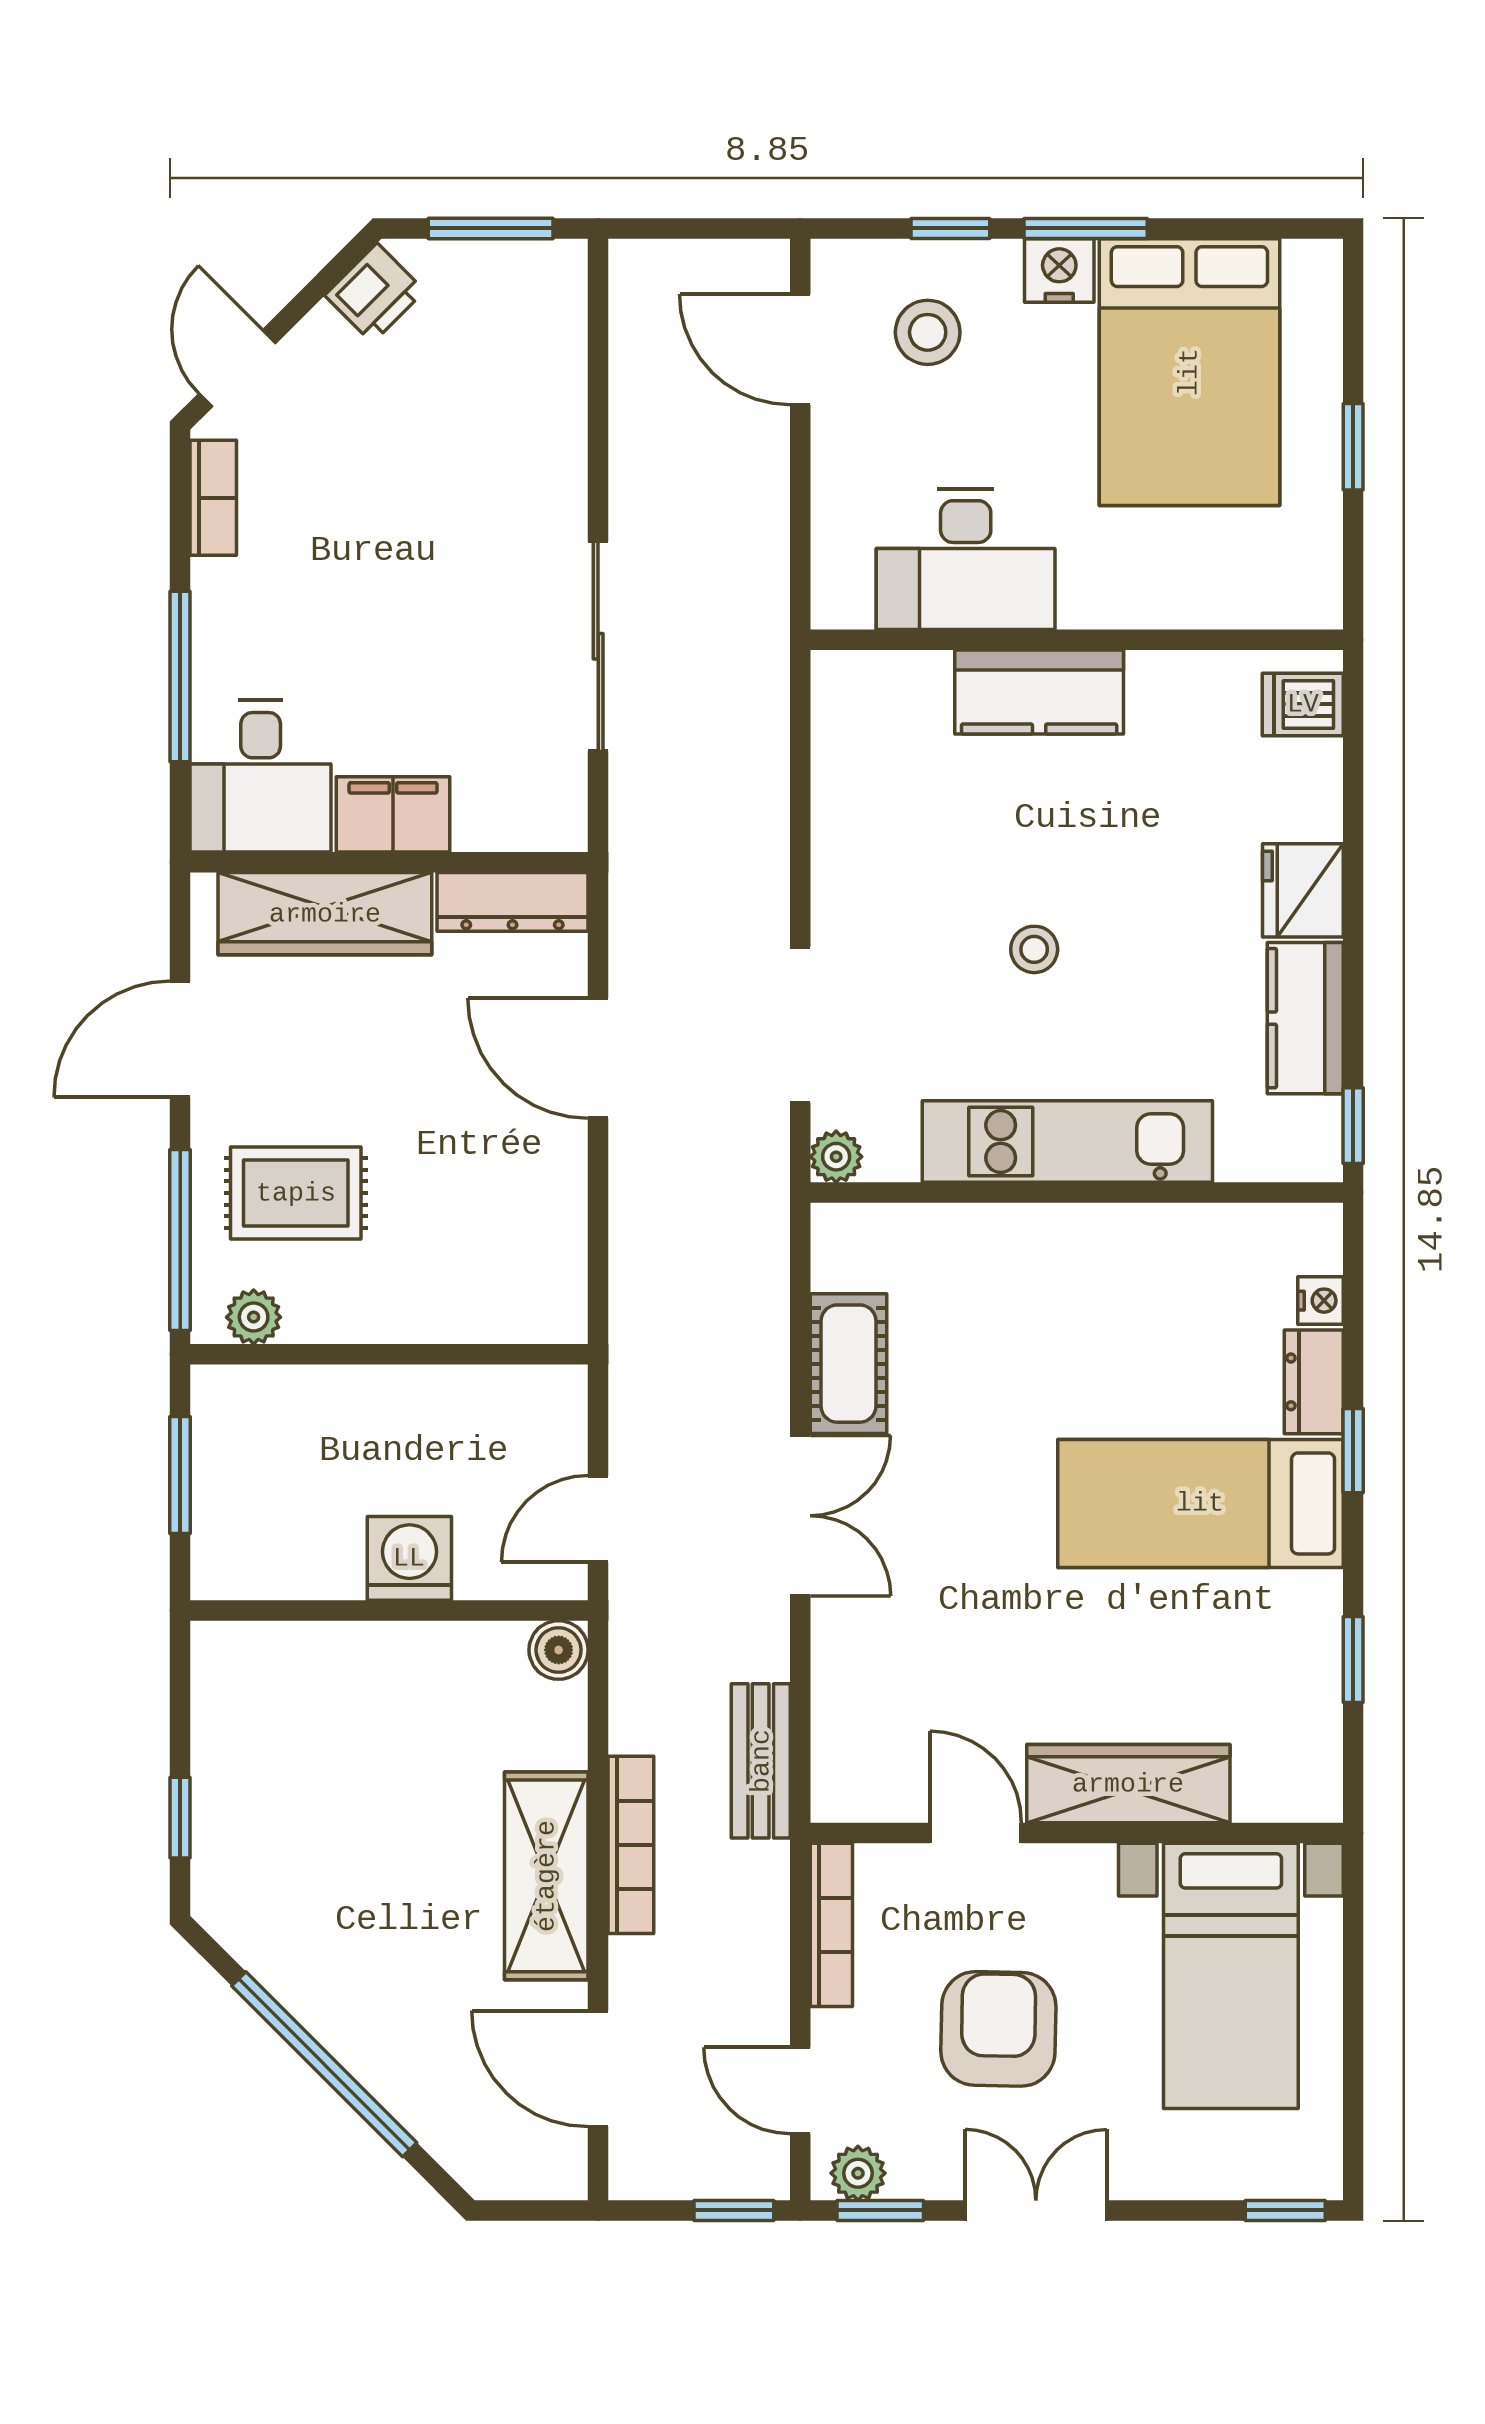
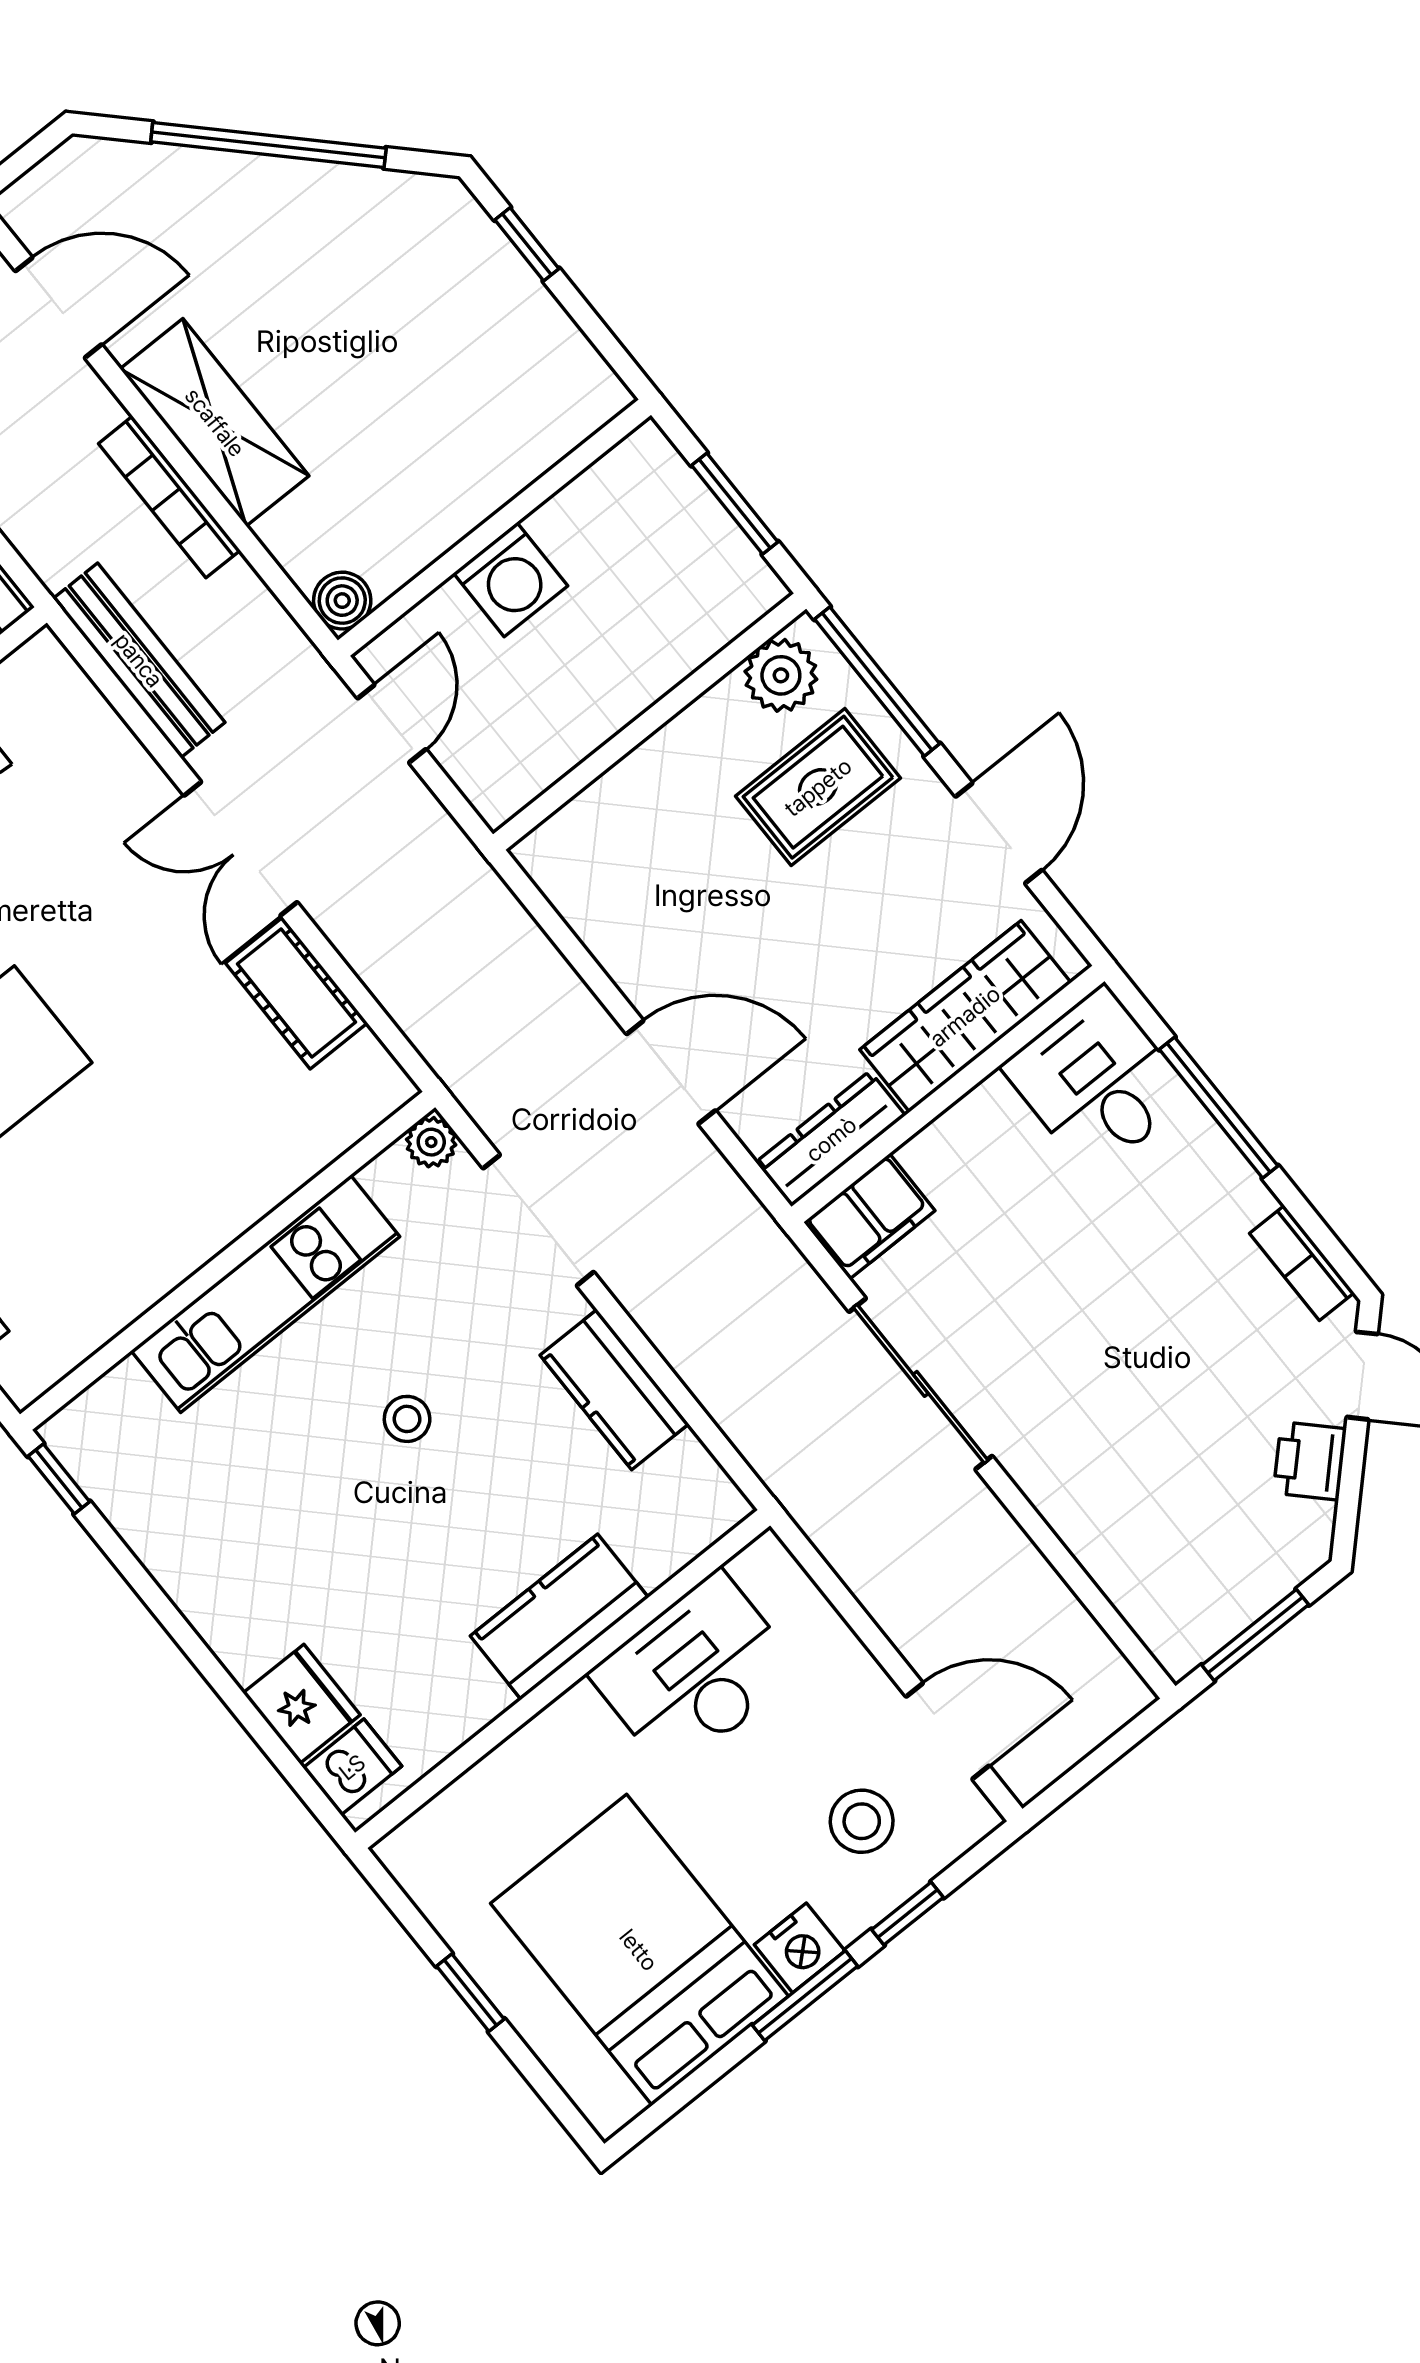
printer: (375, 293) -> (1310, 1461), moved
filing cabinet: (393, 814) -> (869, 1216), moved
fridge: (1303, 890) -> (302, 1704), moved
kitchen counter: (1305, 1018) -> (614, 1390), moved, turned 180
plant: (254, 1317) -> (781, 675), width x1.38, depth x1.38
bench: (761, 1761) -> (139, 660), width x1.36

